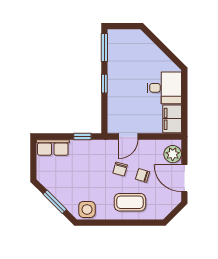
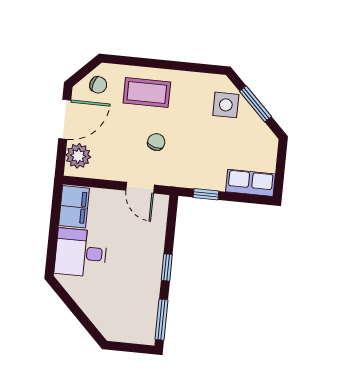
door: (128, 137) -> (140, 188), swing flipped
chair: (143, 175) -> (98, 85), moved
door: (184, 178) -> (65, 119), hinge flipped
side table: (87, 209) -> (226, 105), moved

